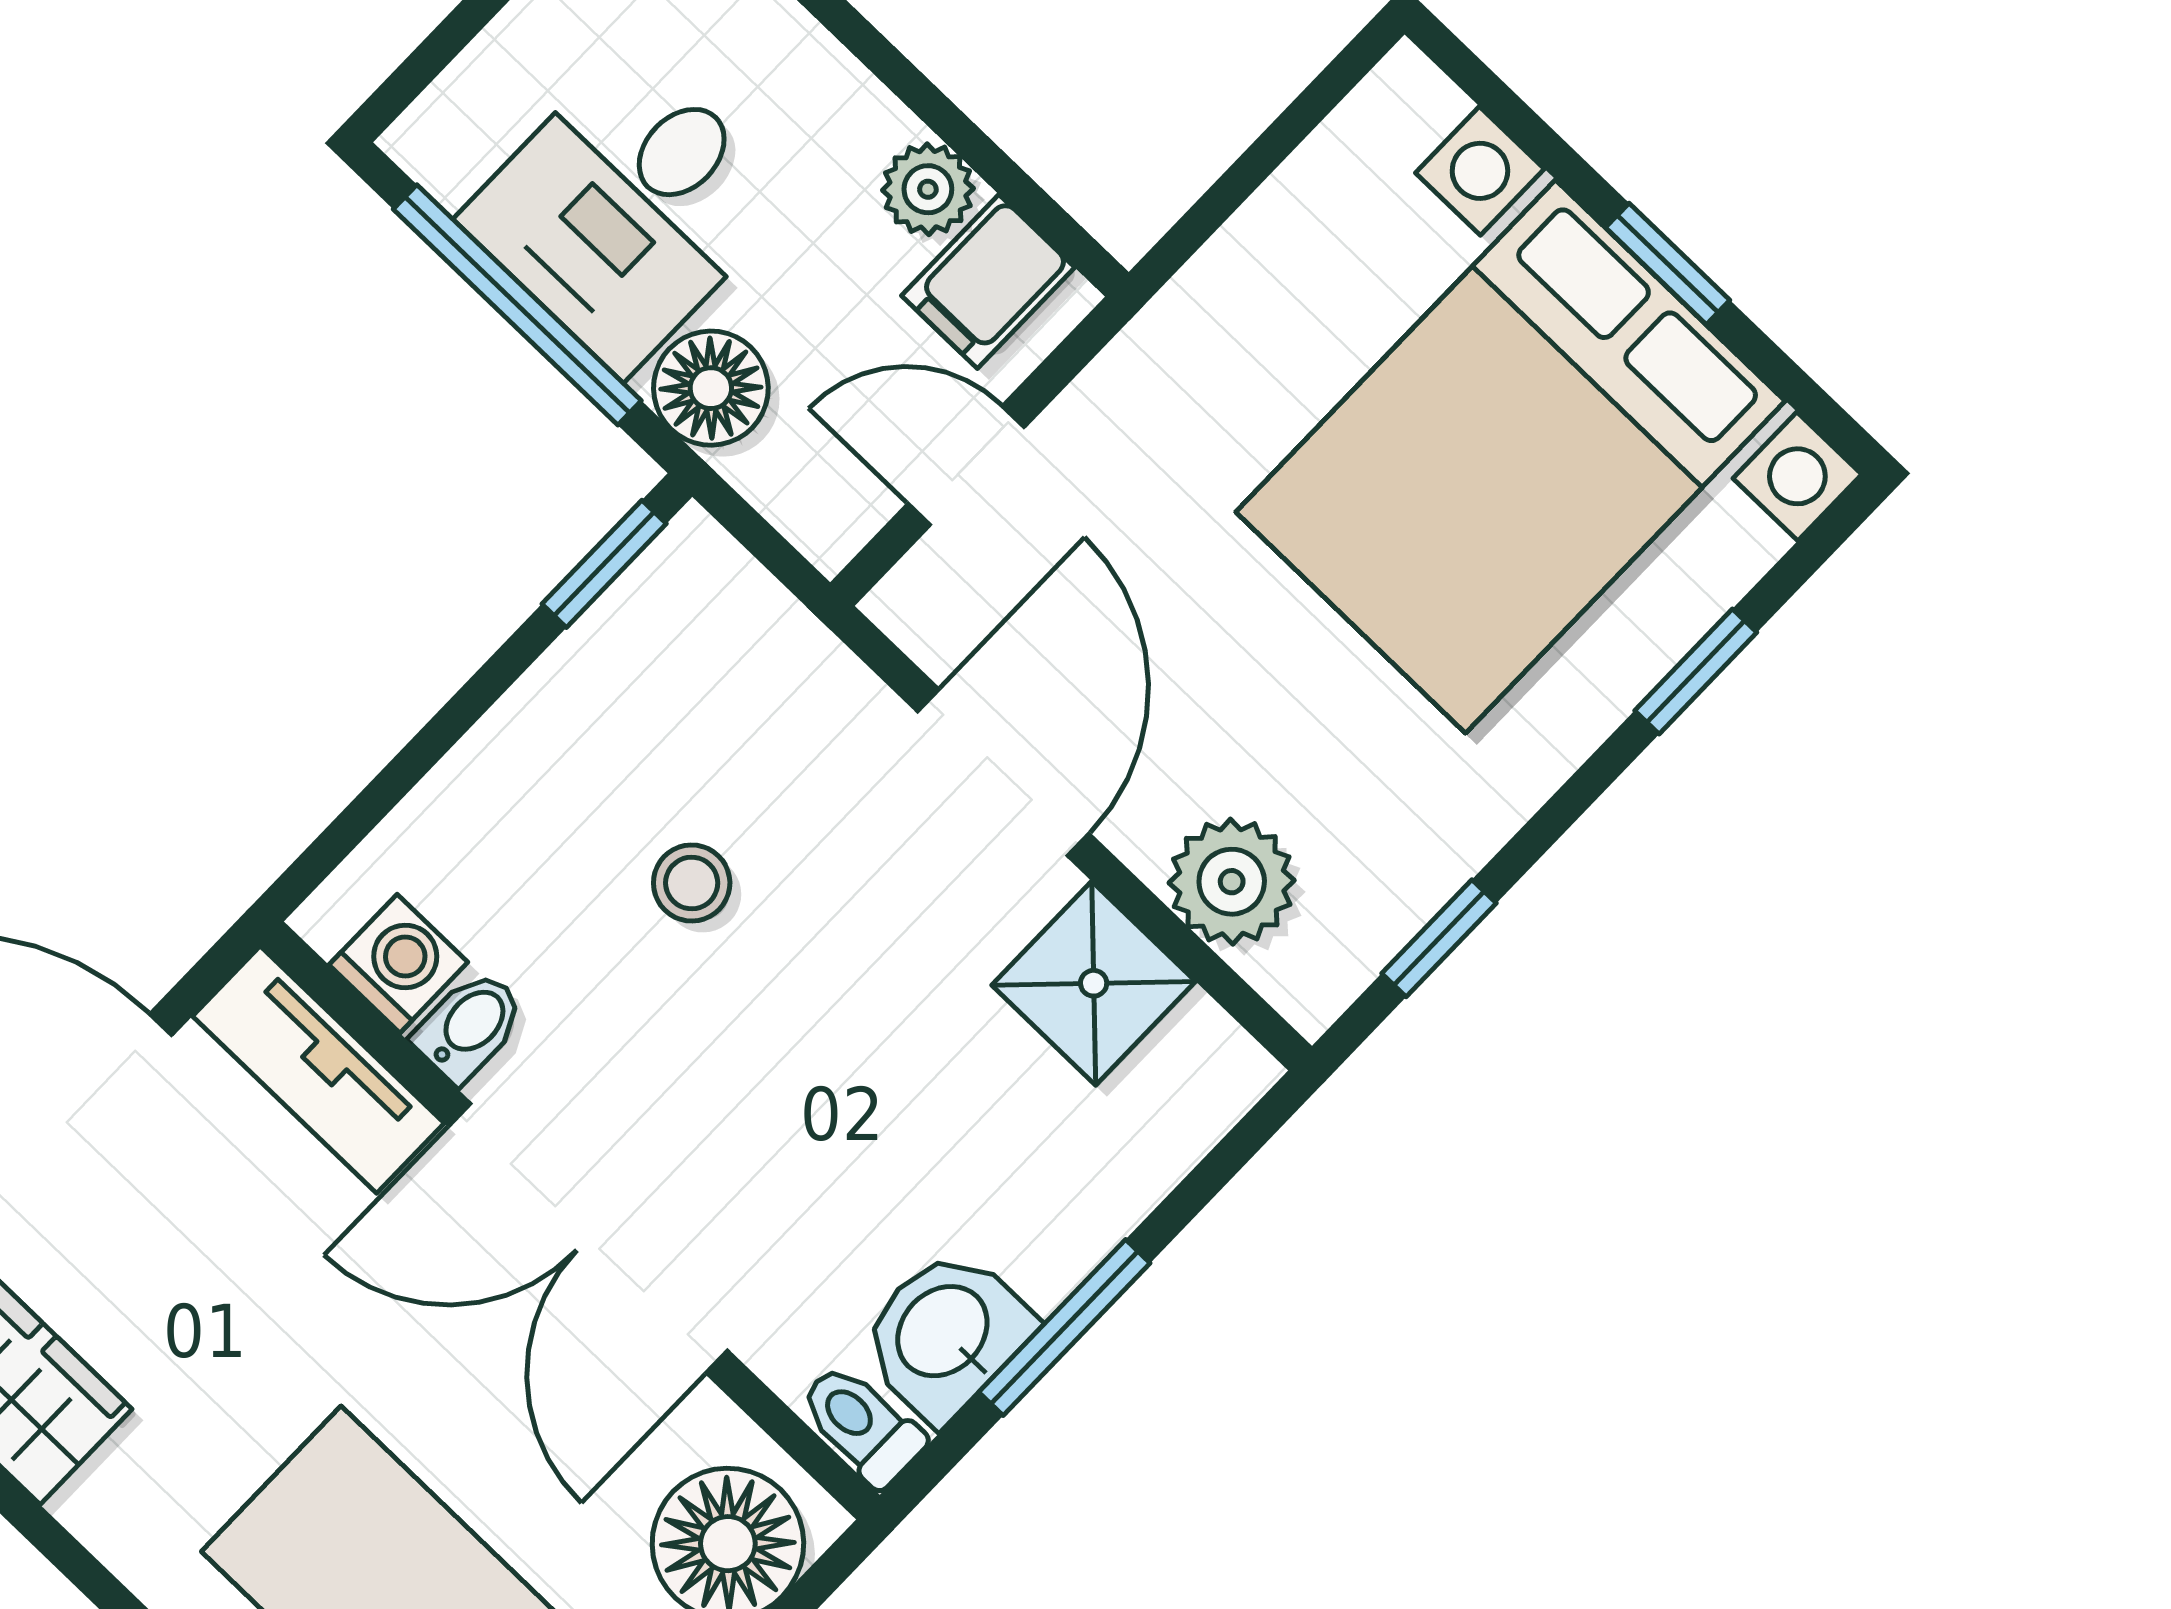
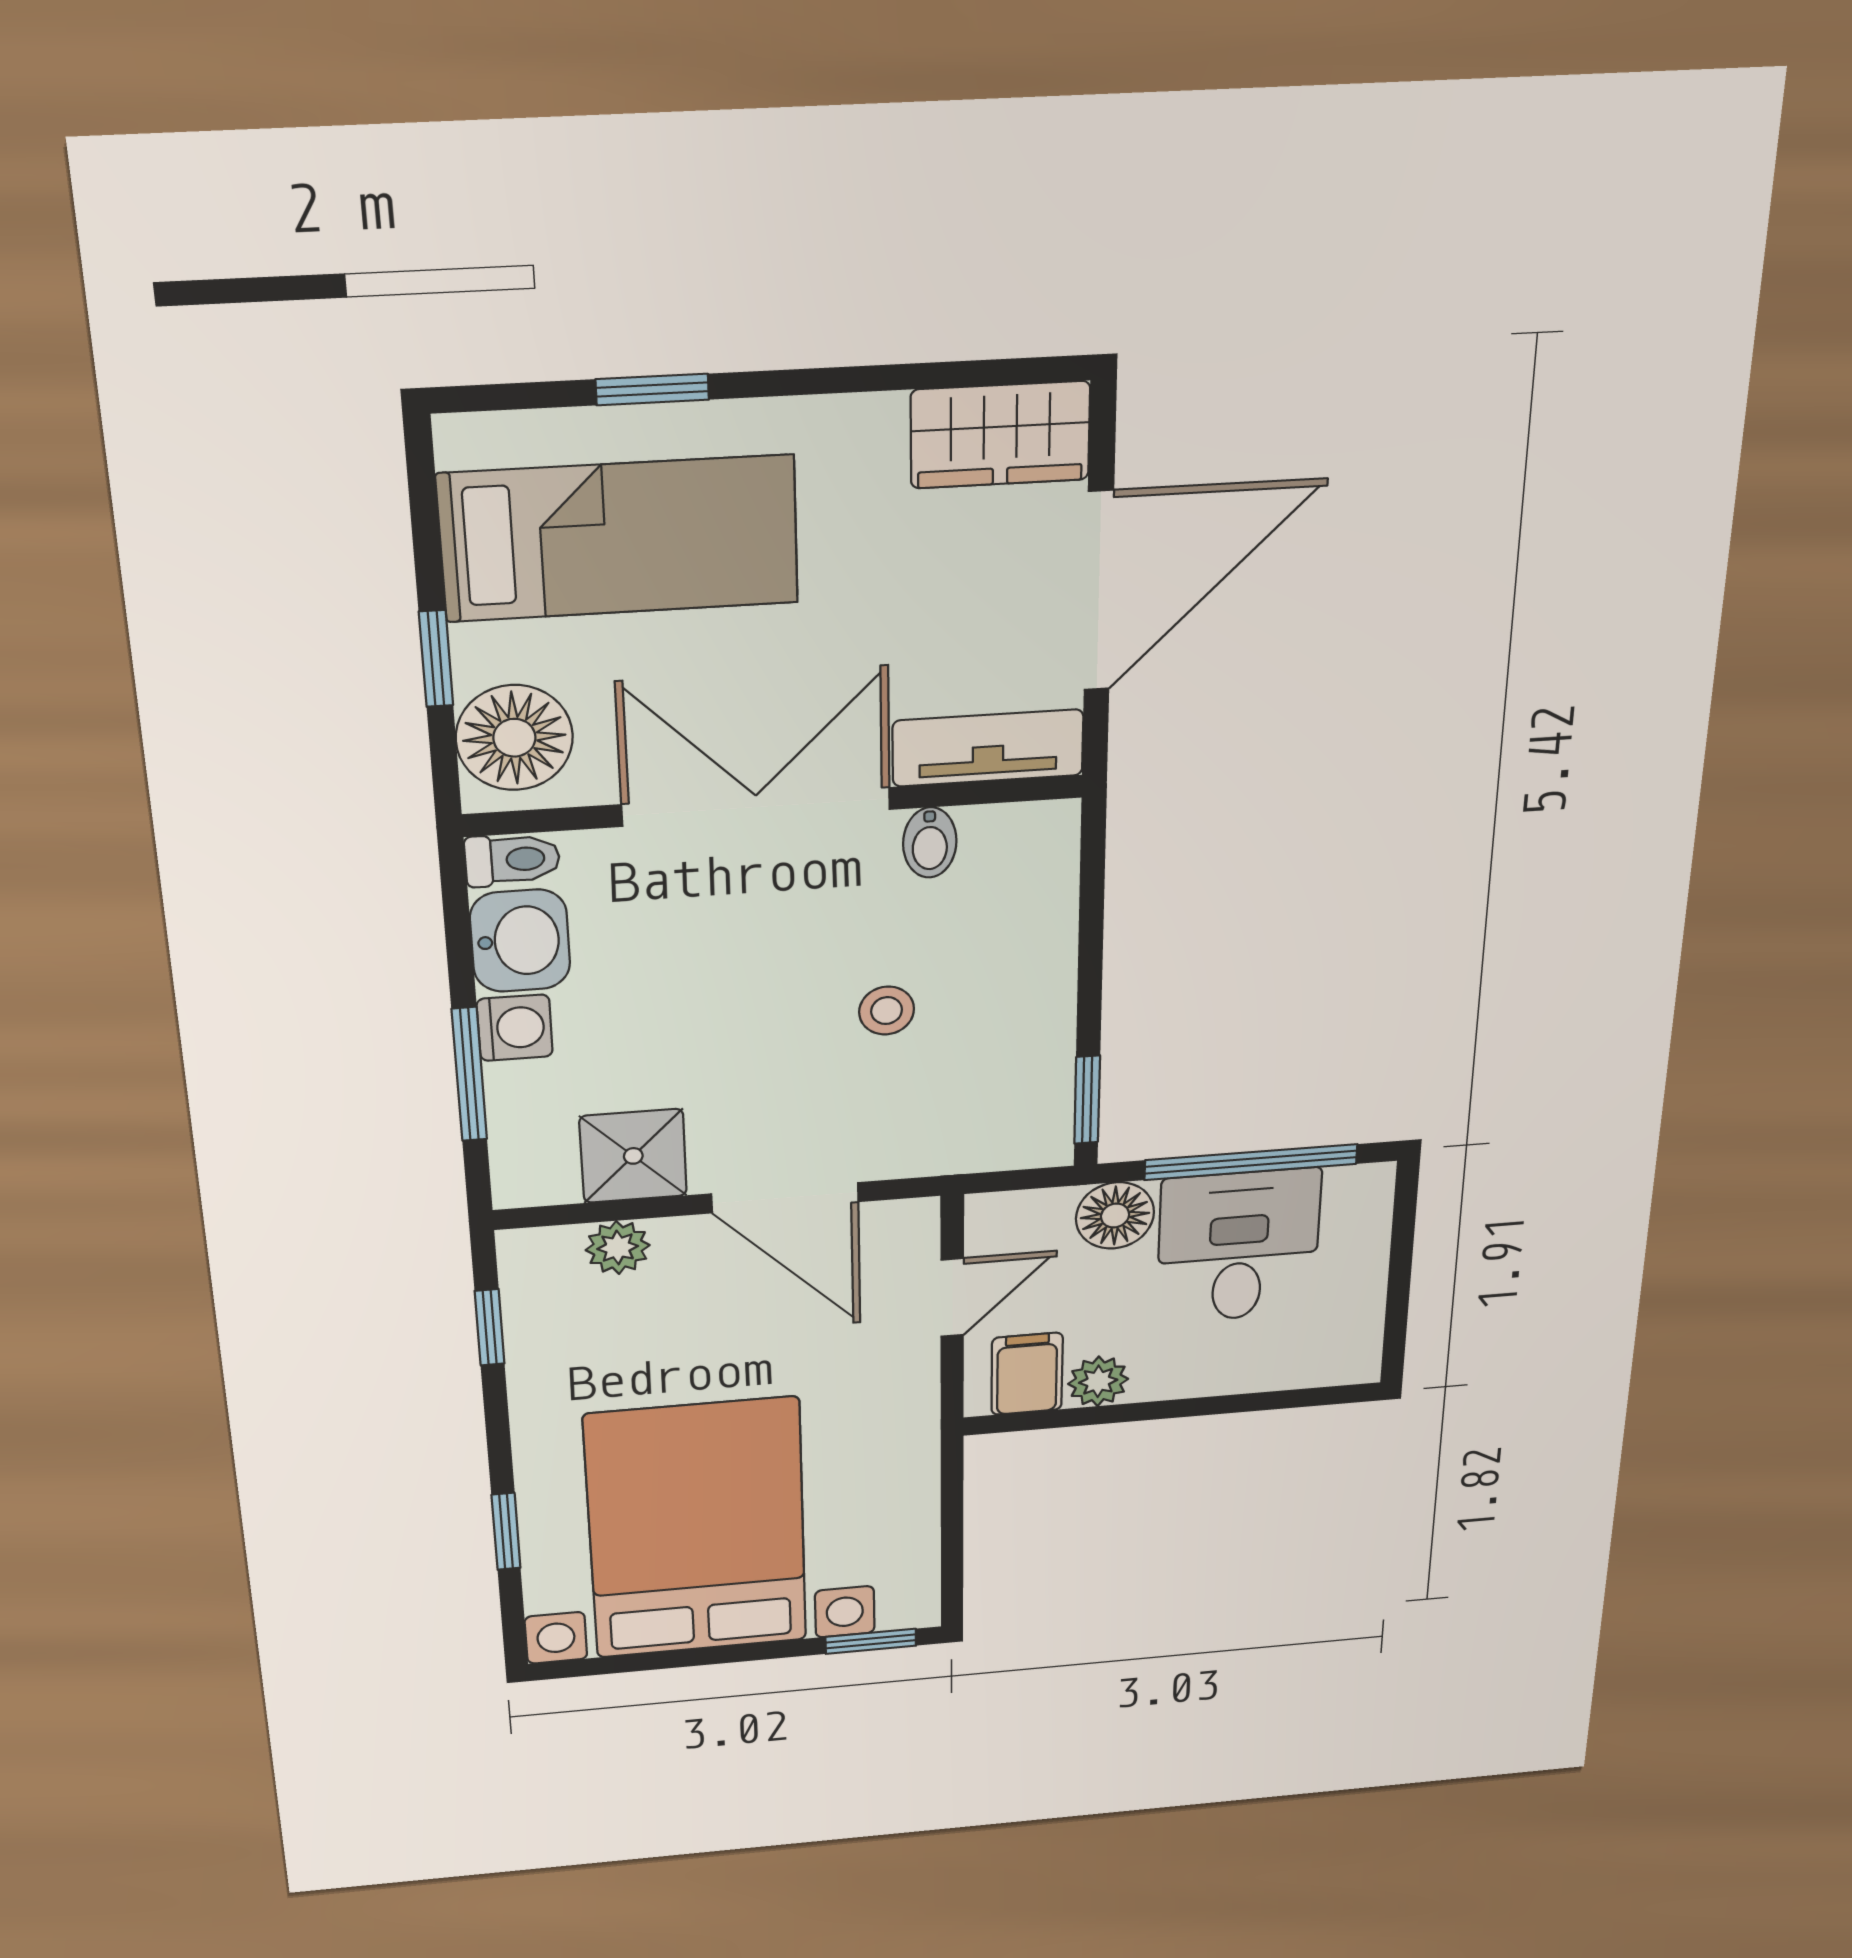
window: (1668, 264) -> (871, 1641), moved
plant: (1232, 882) -> (618, 1248), width x0.73, depth x0.73
washing machine: (398, 964) -> (515, 1028), moved, turned -90
window: (1064, 1328) -> (469, 1074), moved

